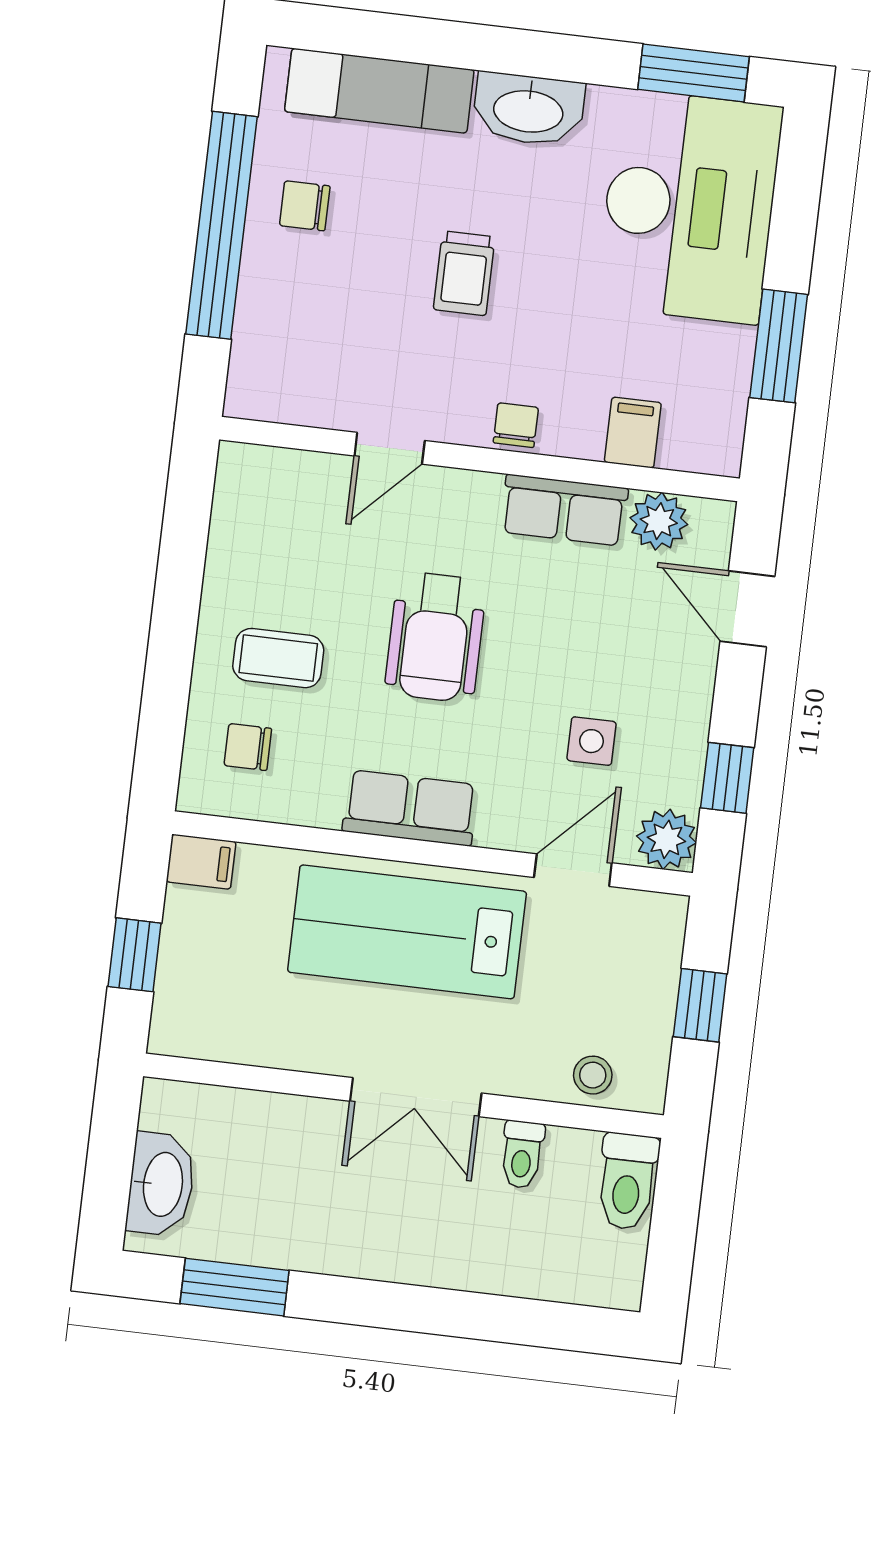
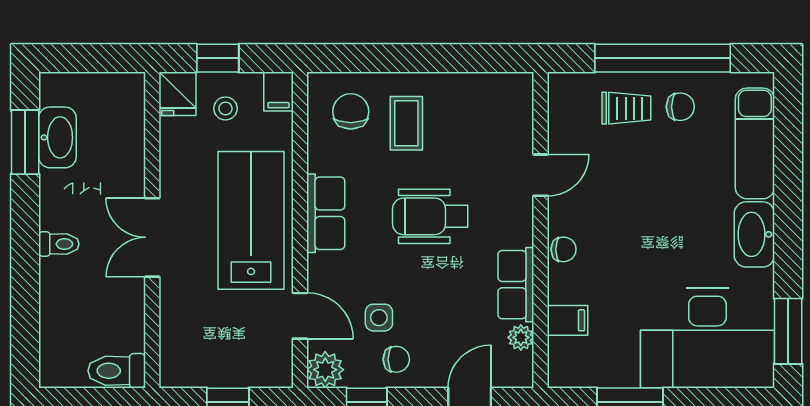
chair: (305, 206) -> (680, 107), turned 90
trolley: (464, 273) -> (626, 108), moved, turned 180
door: (390, 448) -> (541, 175), swing flipped
plant: (659, 521) -> (521, 337), width x0.73, depth x0.73
chair: (663, 721) -> (396, 359), added
chair: (248, 747) -> (351, 111), width x1.37, depth x1.37
fridge: (185, 1028) -> (177, 94), added
stool: (593, 1075) -> (225, 108), moved
toilet: (522, 1155) -> (59, 244), moved, turned 180
washbasin: (161, 1184) -> (57, 137), moved, turned -90

